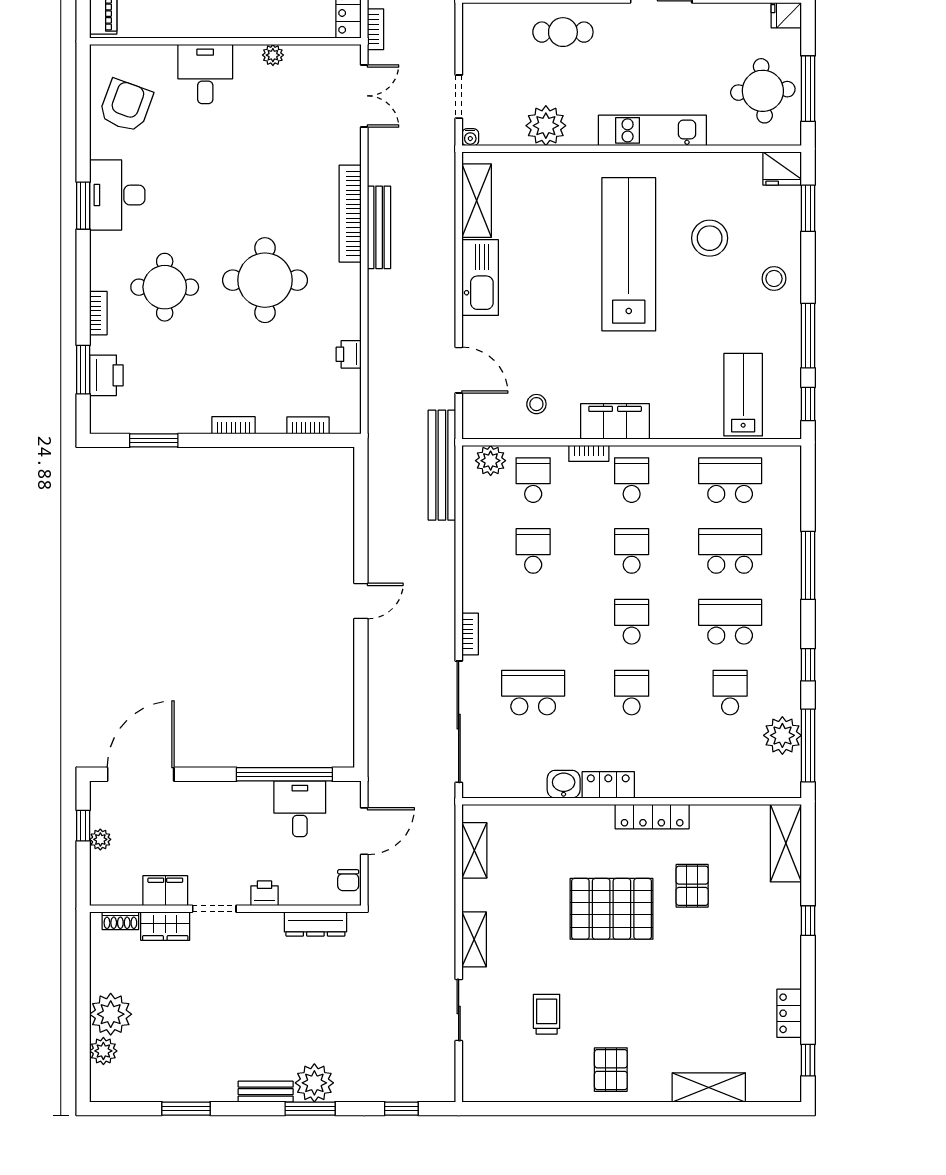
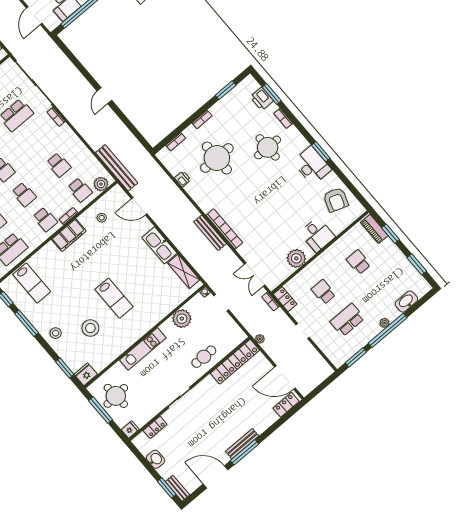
plant: (273, 55) -> (296, 258), width x1.87, depth x1.87
lab bench: (629, 254) -> (114, 298), width x0.54, depth x0.72
round table: (265, 280) -> (217, 158), moved

